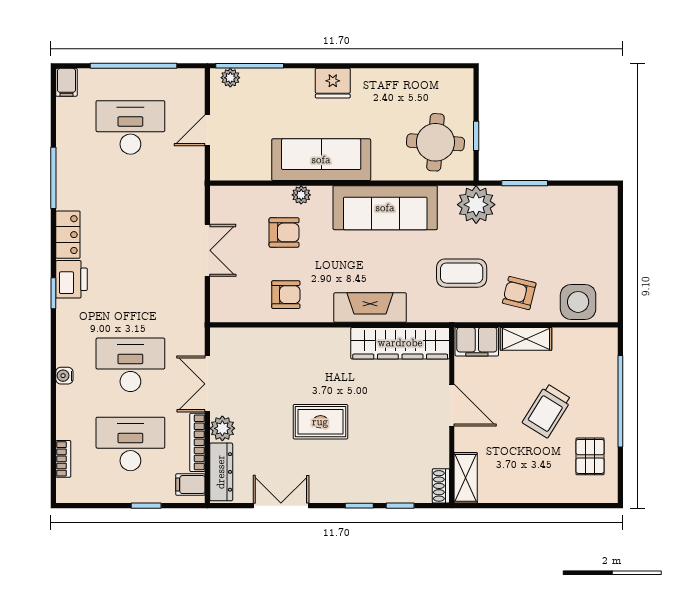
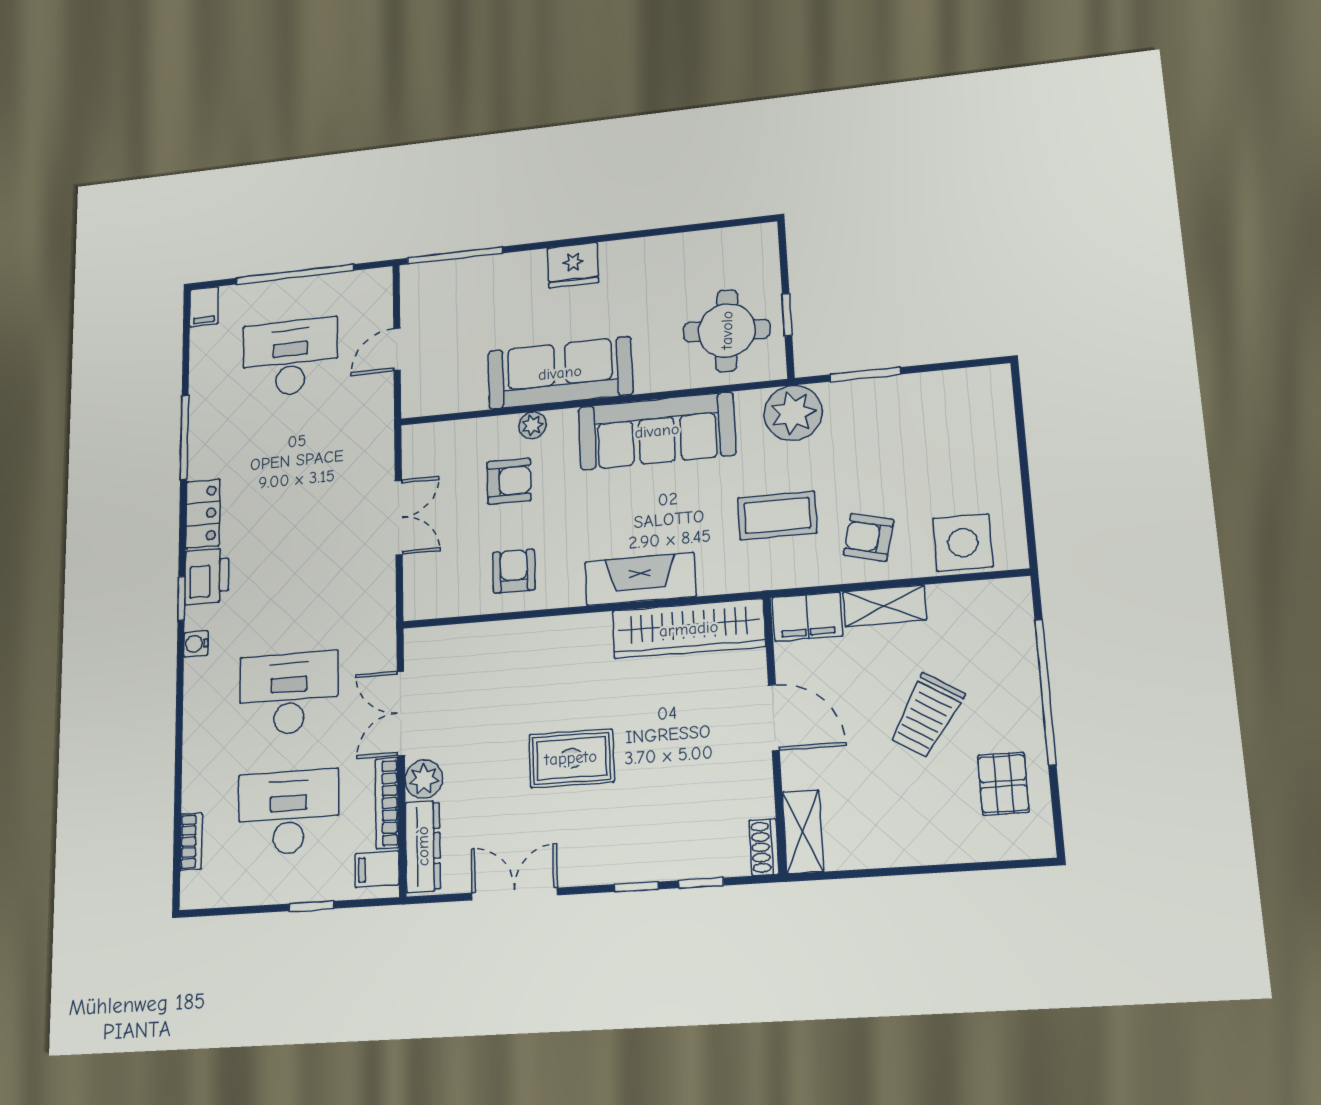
plant: (230, 78) -> (428, 275), removed
armchair: (286, 295) -> (514, 571), turned -90
water cooler: (64, 376) -> (196, 644), moved

